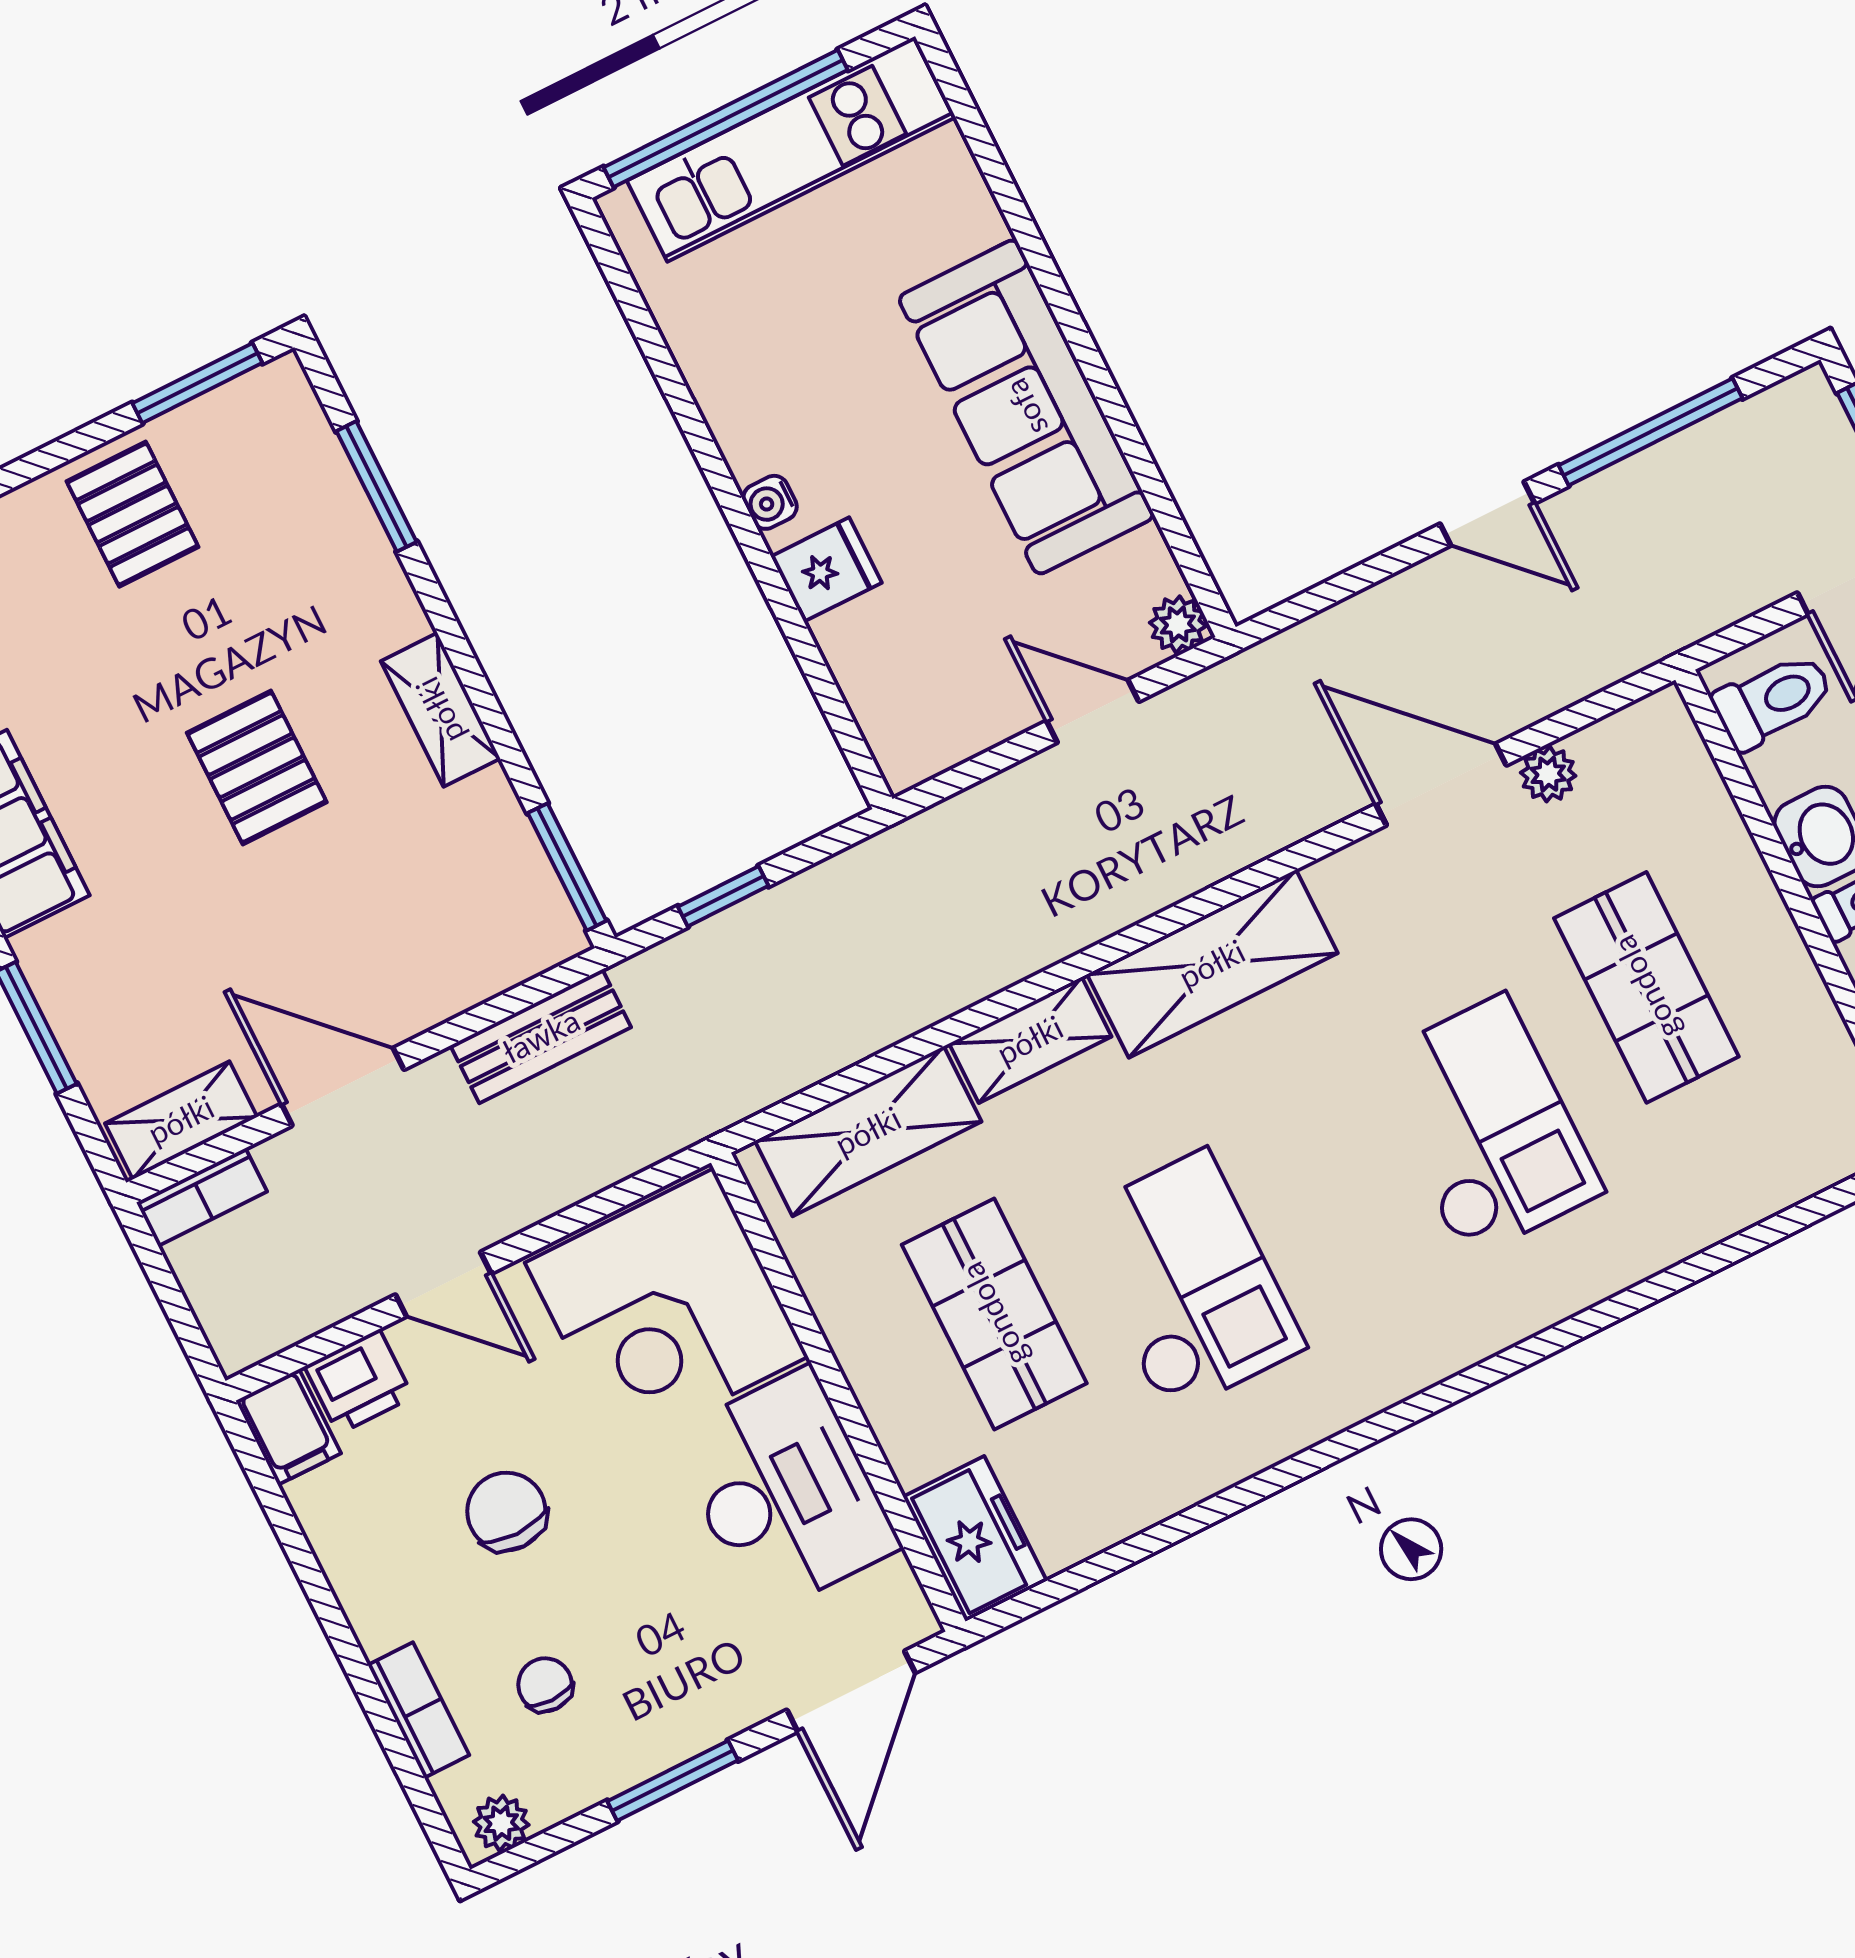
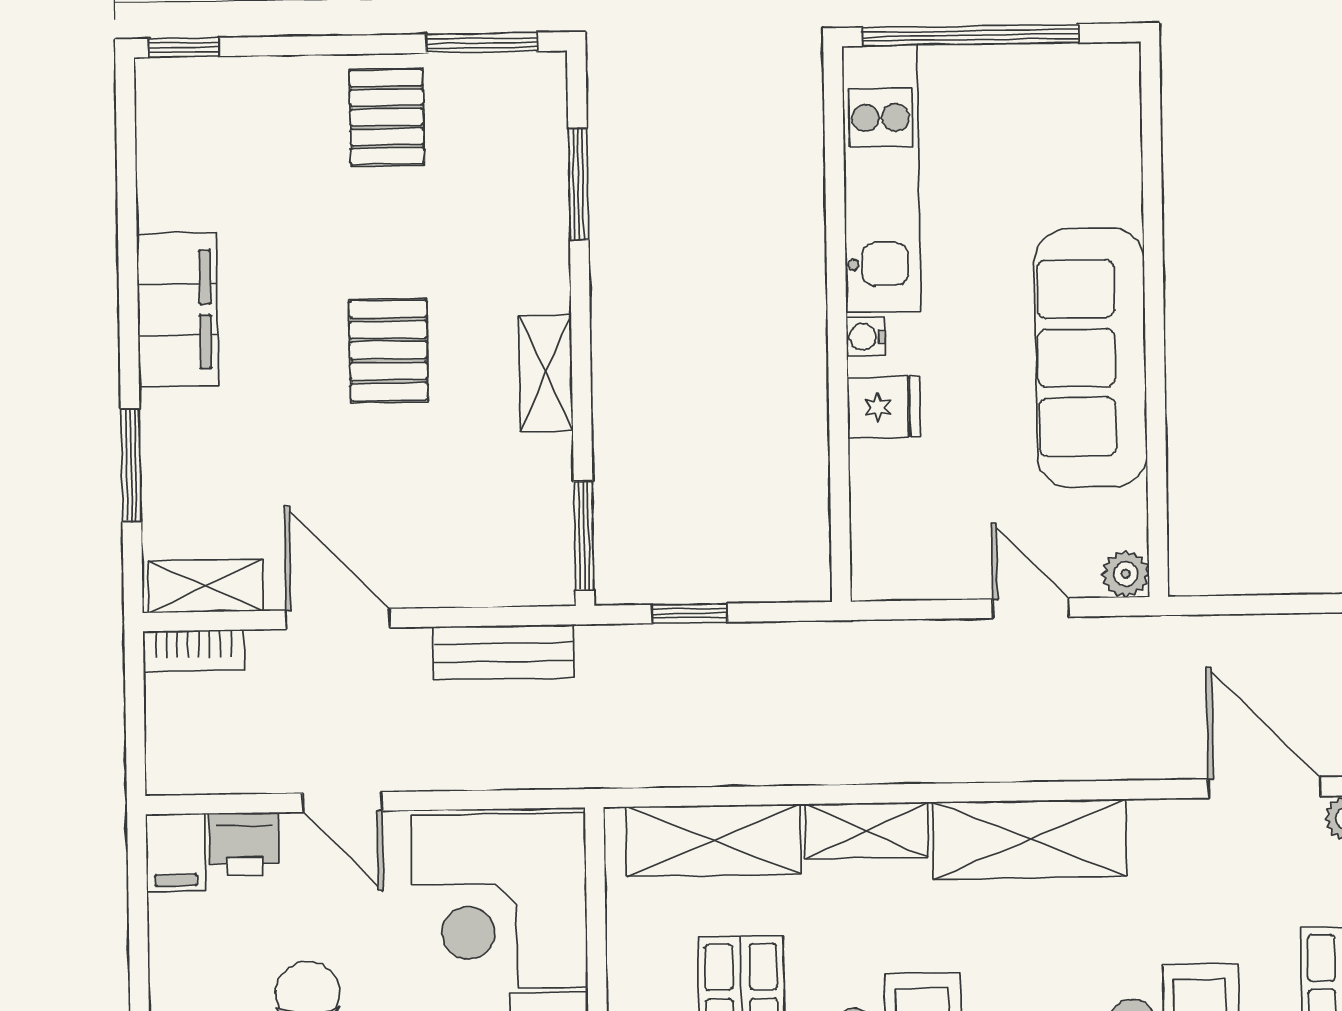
kitchen unit: (791, 149) -> (881, 179), moved, turned -90

